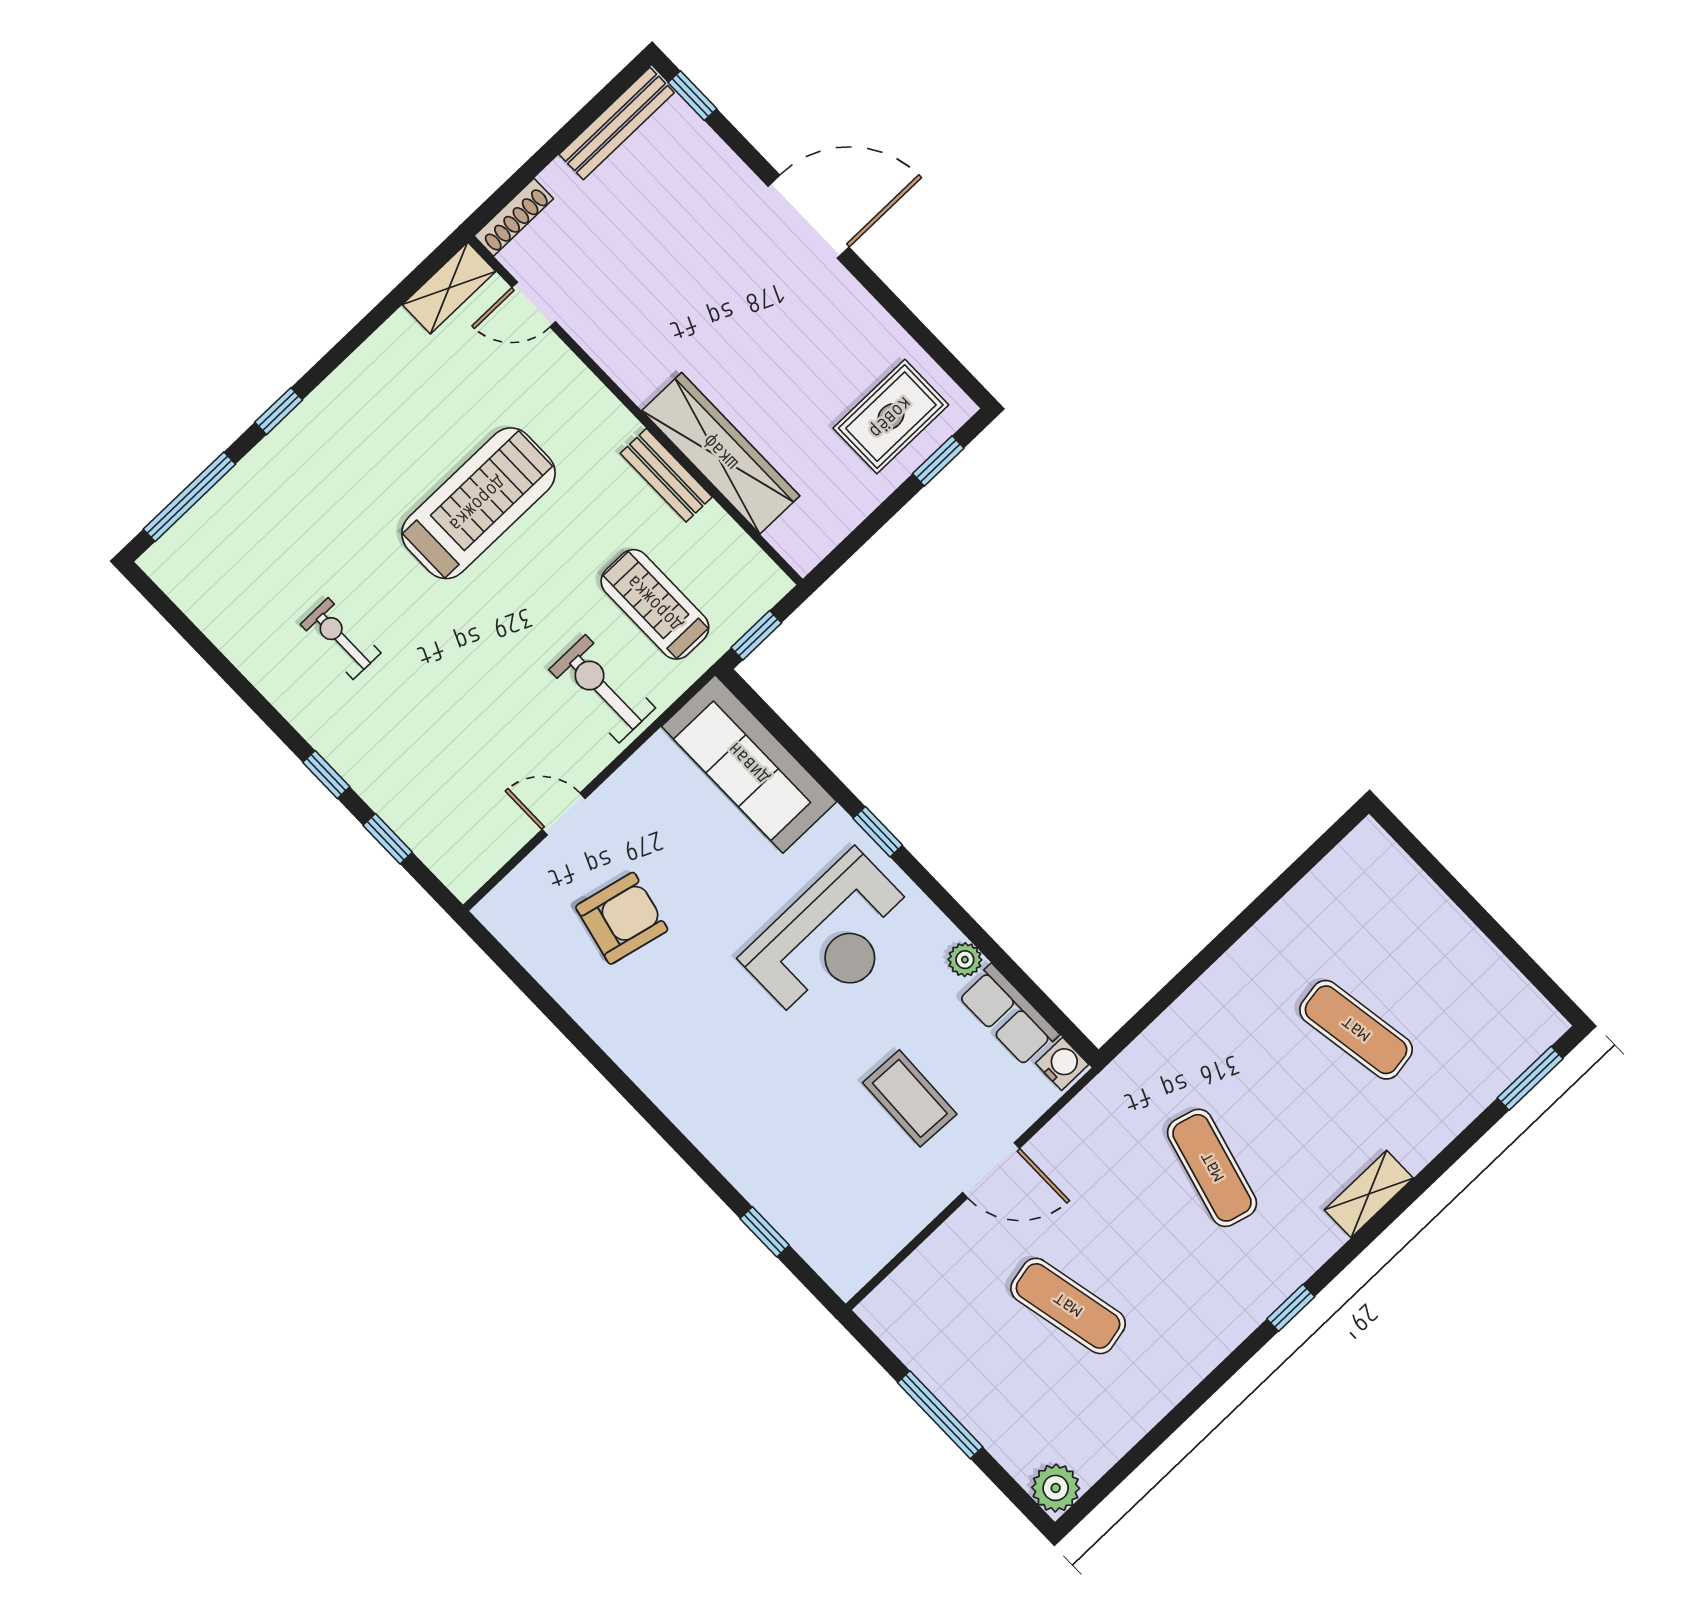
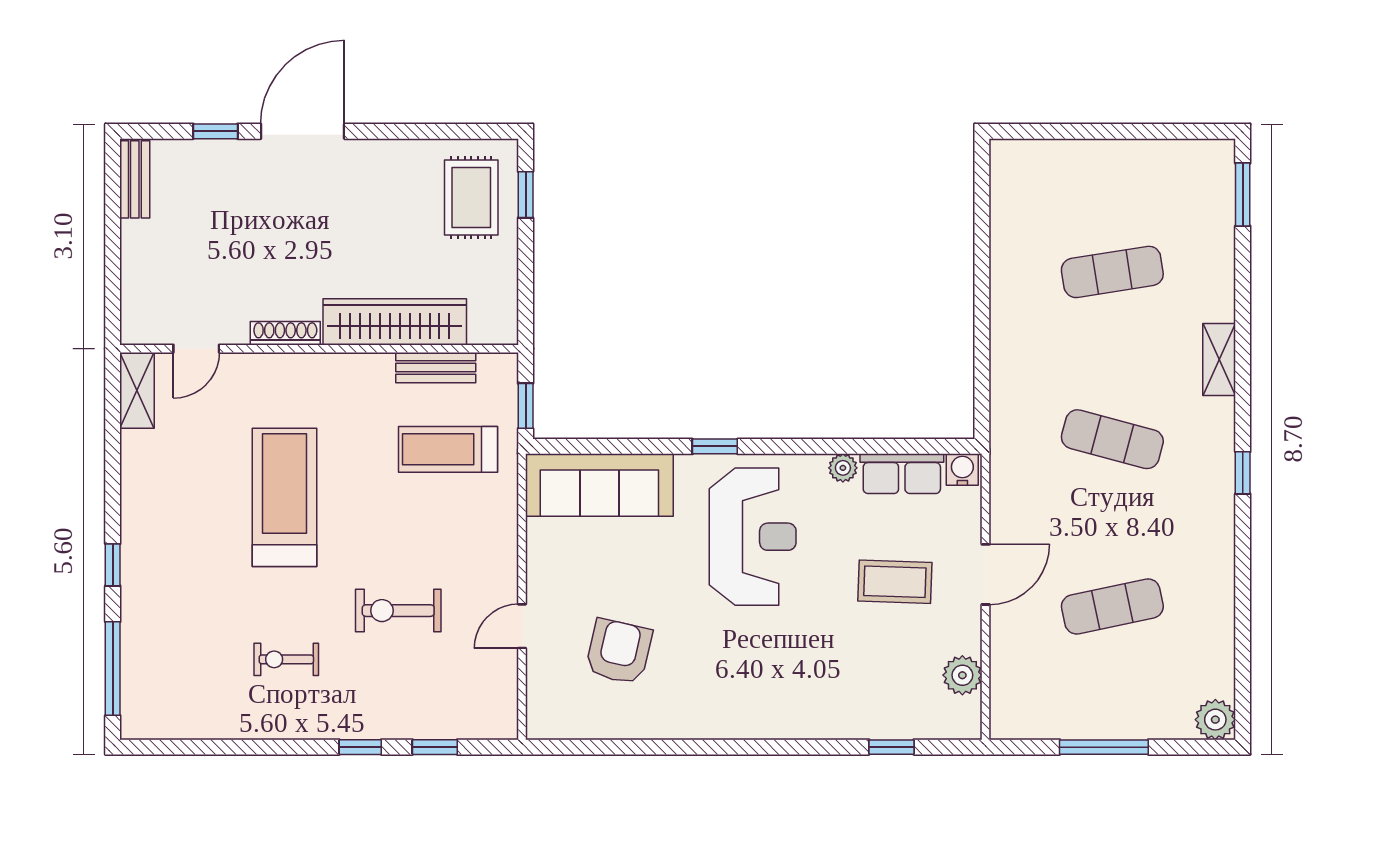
window: (692, 96) -> (215, 131), moved
bench: (617, 123) -> (135, 179), width x0.73
shoe rack: (514, 217) -> (285, 333), moved, turned -90
bench: (666, 475) -> (436, 368), moved
exercise bike: (602, 689) -> (398, 611), moved
plant: (885, 1234) -> (962, 675), added

